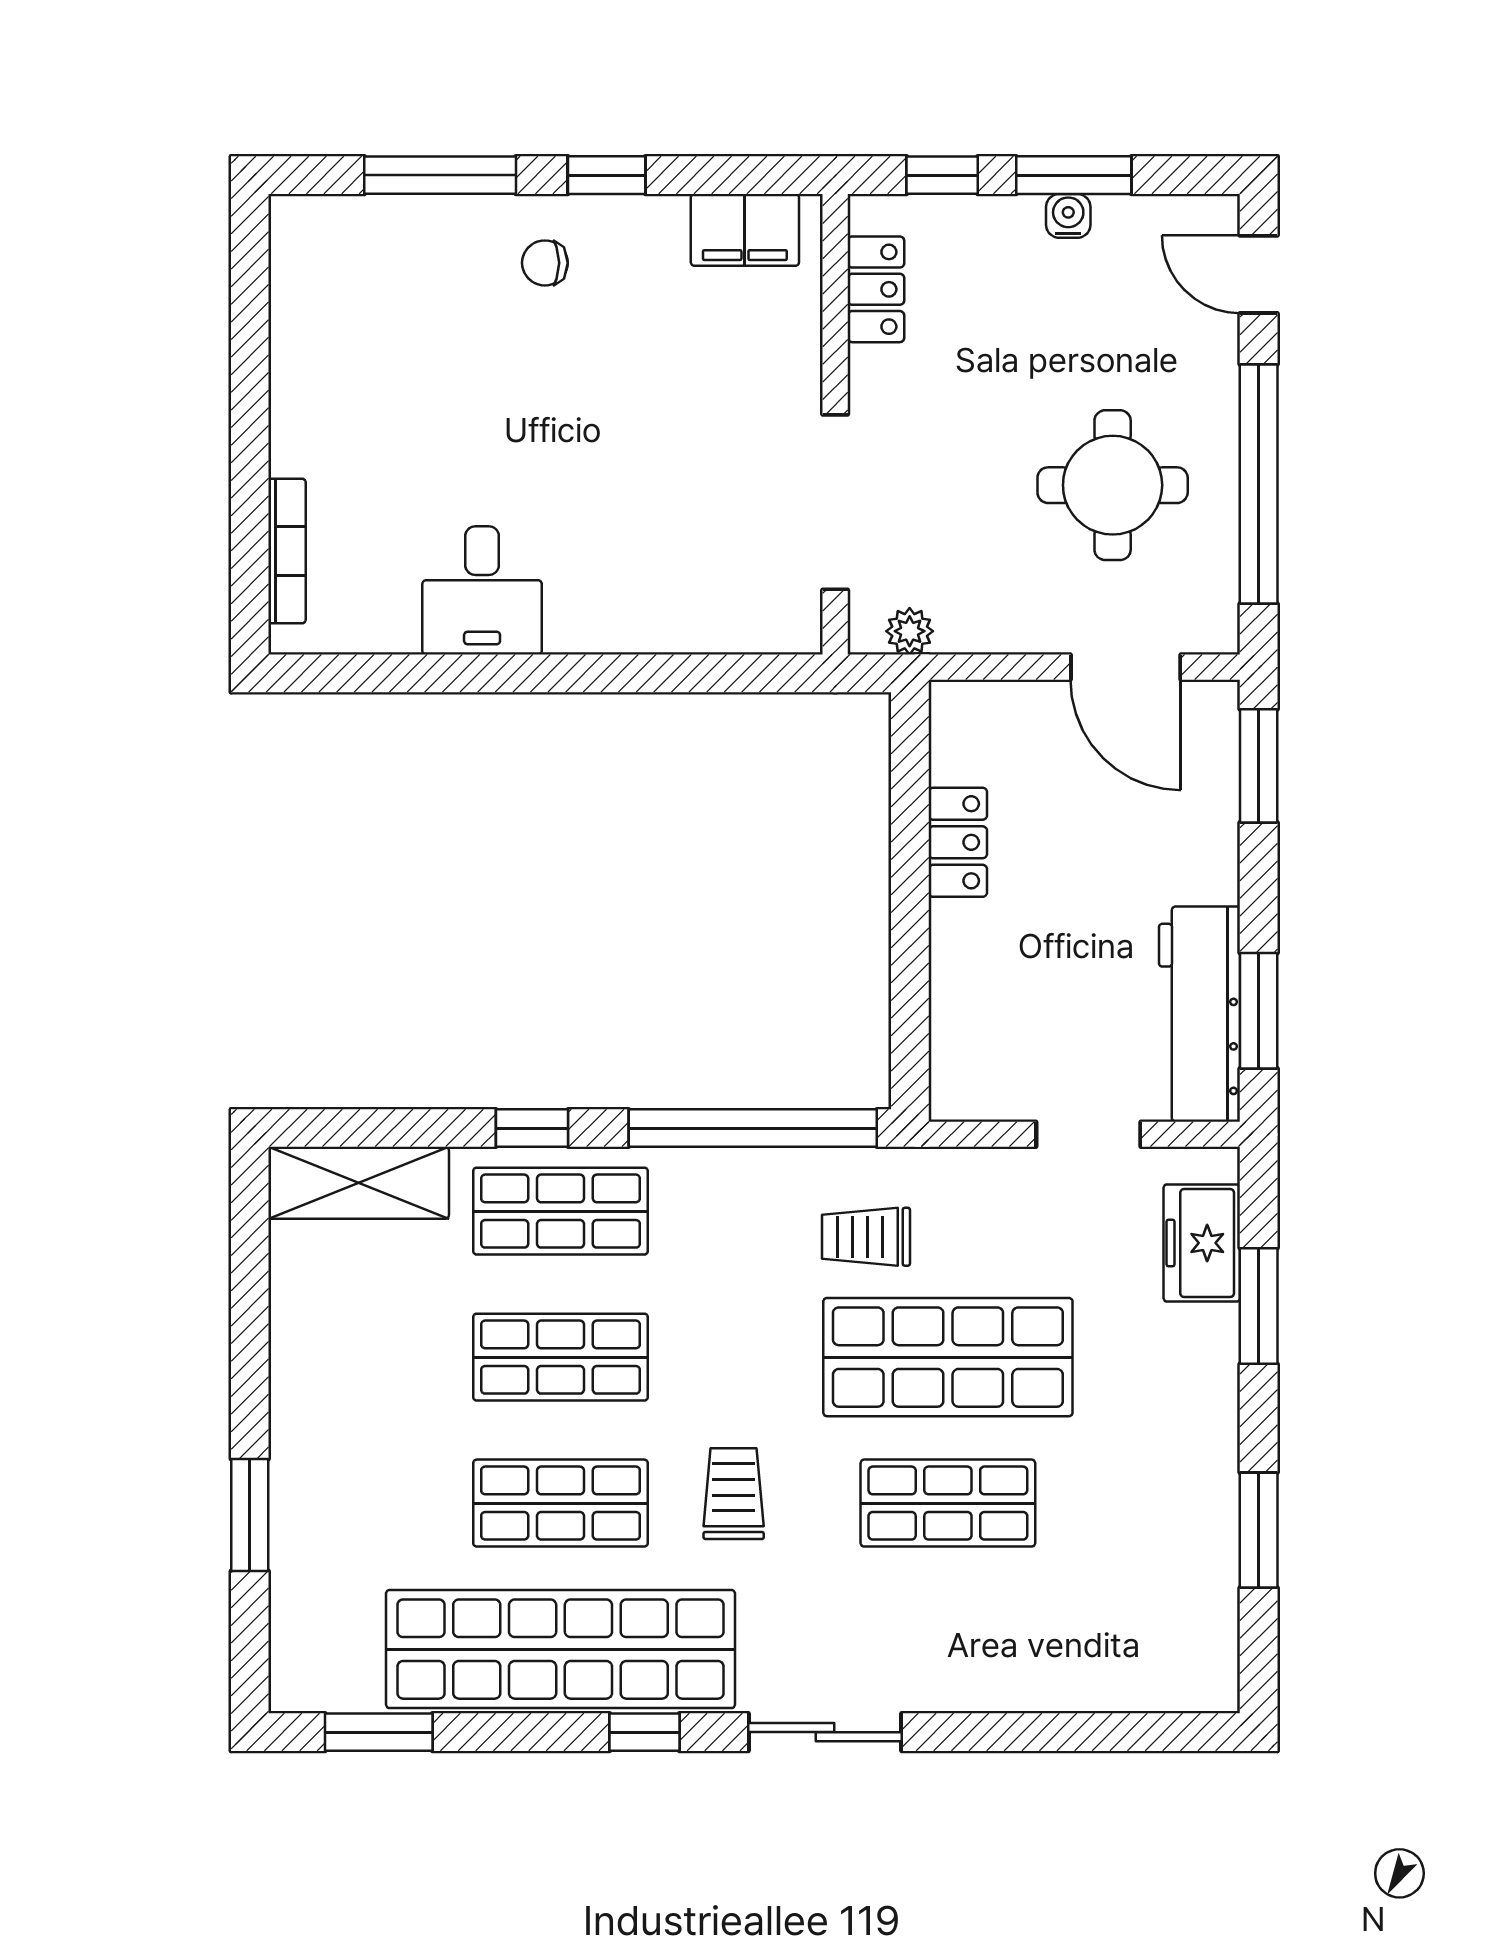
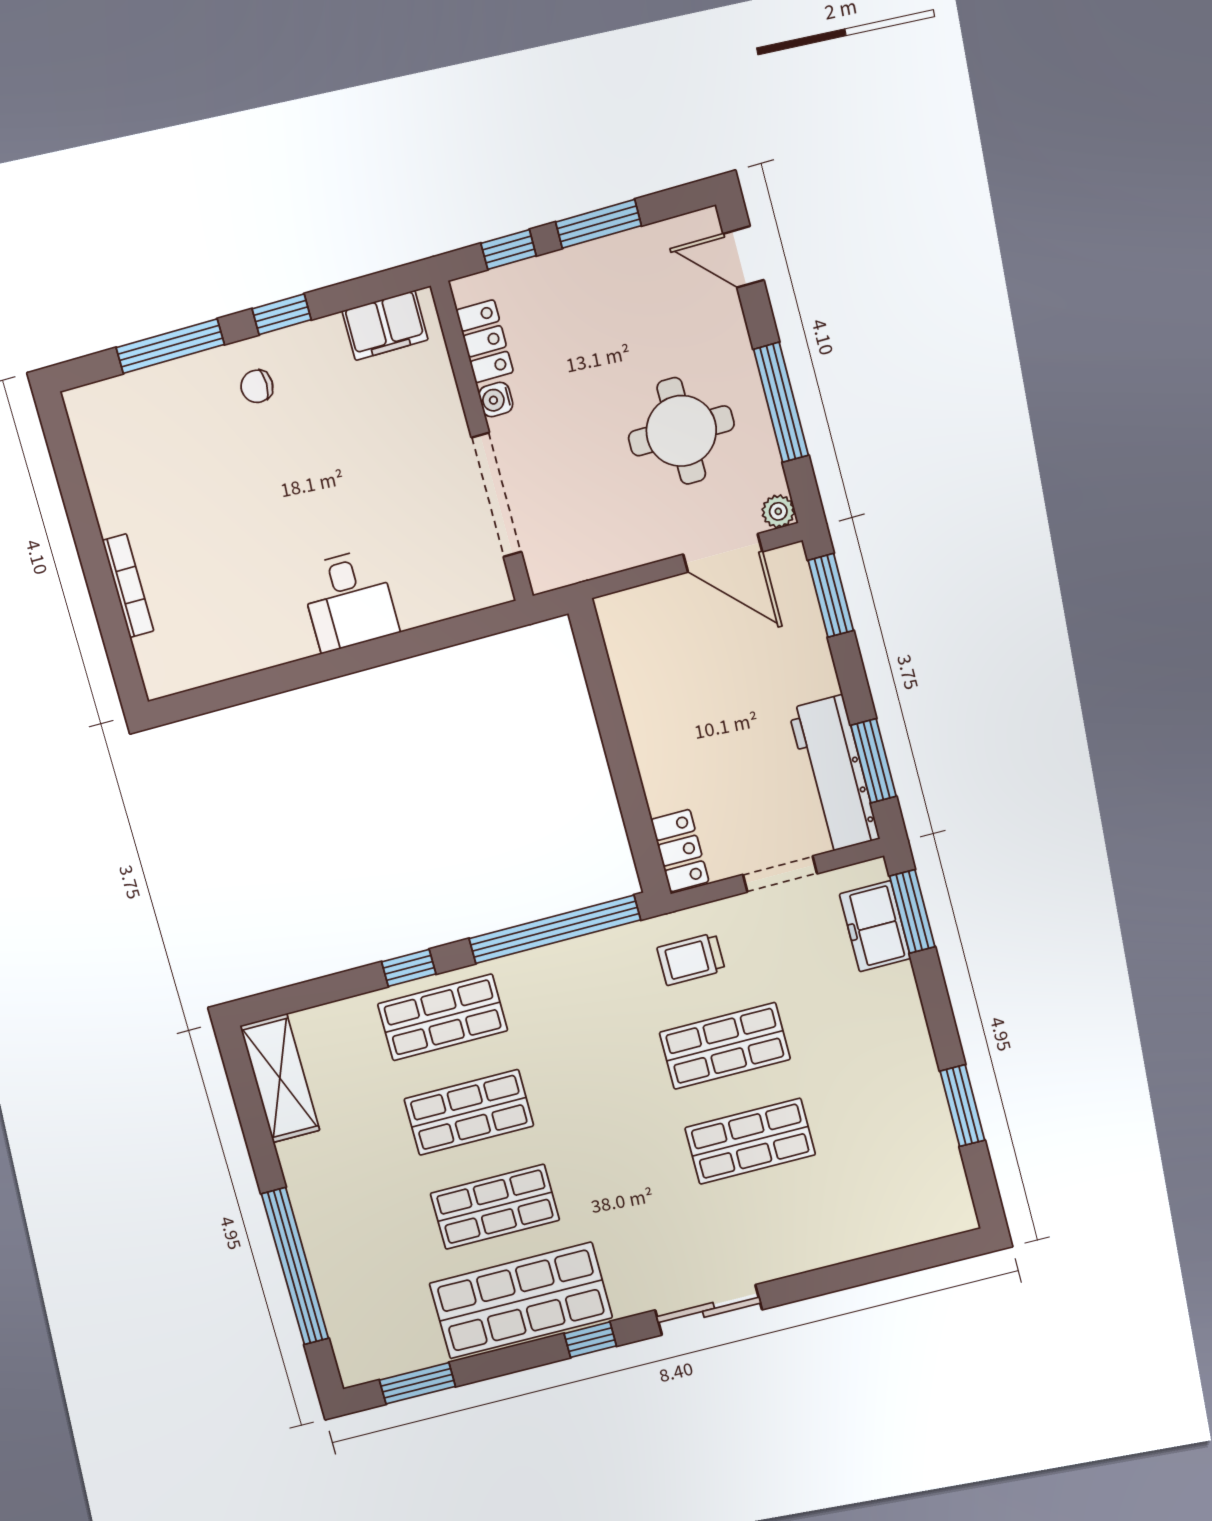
water cooler: (1068, 216) -> (496, 400), moved, turned -90
window: (1259, 484) -> (781, 402), width x0.68
bookcase: (287, 551) -> (128, 586), moved
desk: (482, 590) -> (349, 600), moved
plant: (910, 631) -> (778, 511), moved
locker: (958, 842) -> (680, 851), moved
shelving: (359, 1183) -> (280, 1078), moved, turned 90
trolley: (866, 1237) -> (691, 959), moved
window: (1259, 1306) -> (912, 911), moved
shop shelf: (948, 1357) -> (725, 1046), width x0.70, depth x0.74
trolley: (734, 1494) -> (607, 1171), removed
window: (250, 1515) -> (295, 1266), width x2.11
shop shelf: (560, 1649) -> (521, 1300), width x0.71

